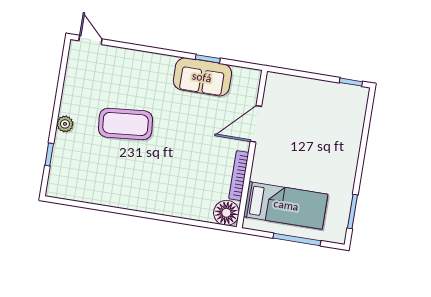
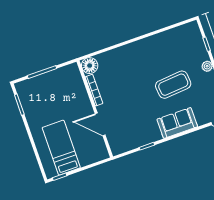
sofa: (202, 77) -> (177, 123), moved
door: (256, 124) -> (100, 124), swing flipped
bed: (286, 205) -> (61, 148), moved, turned 90

